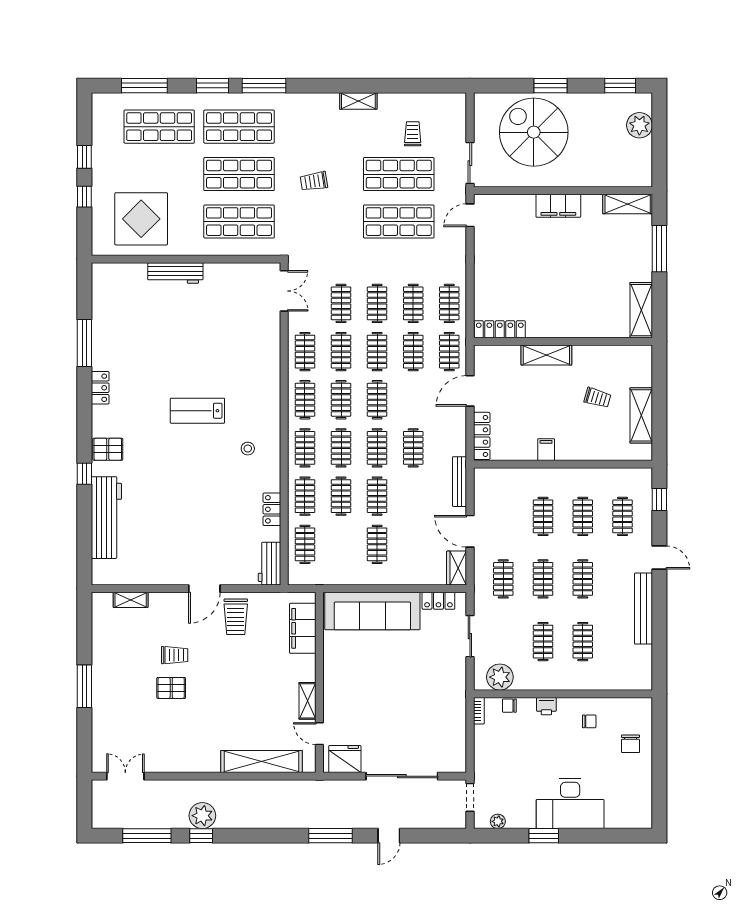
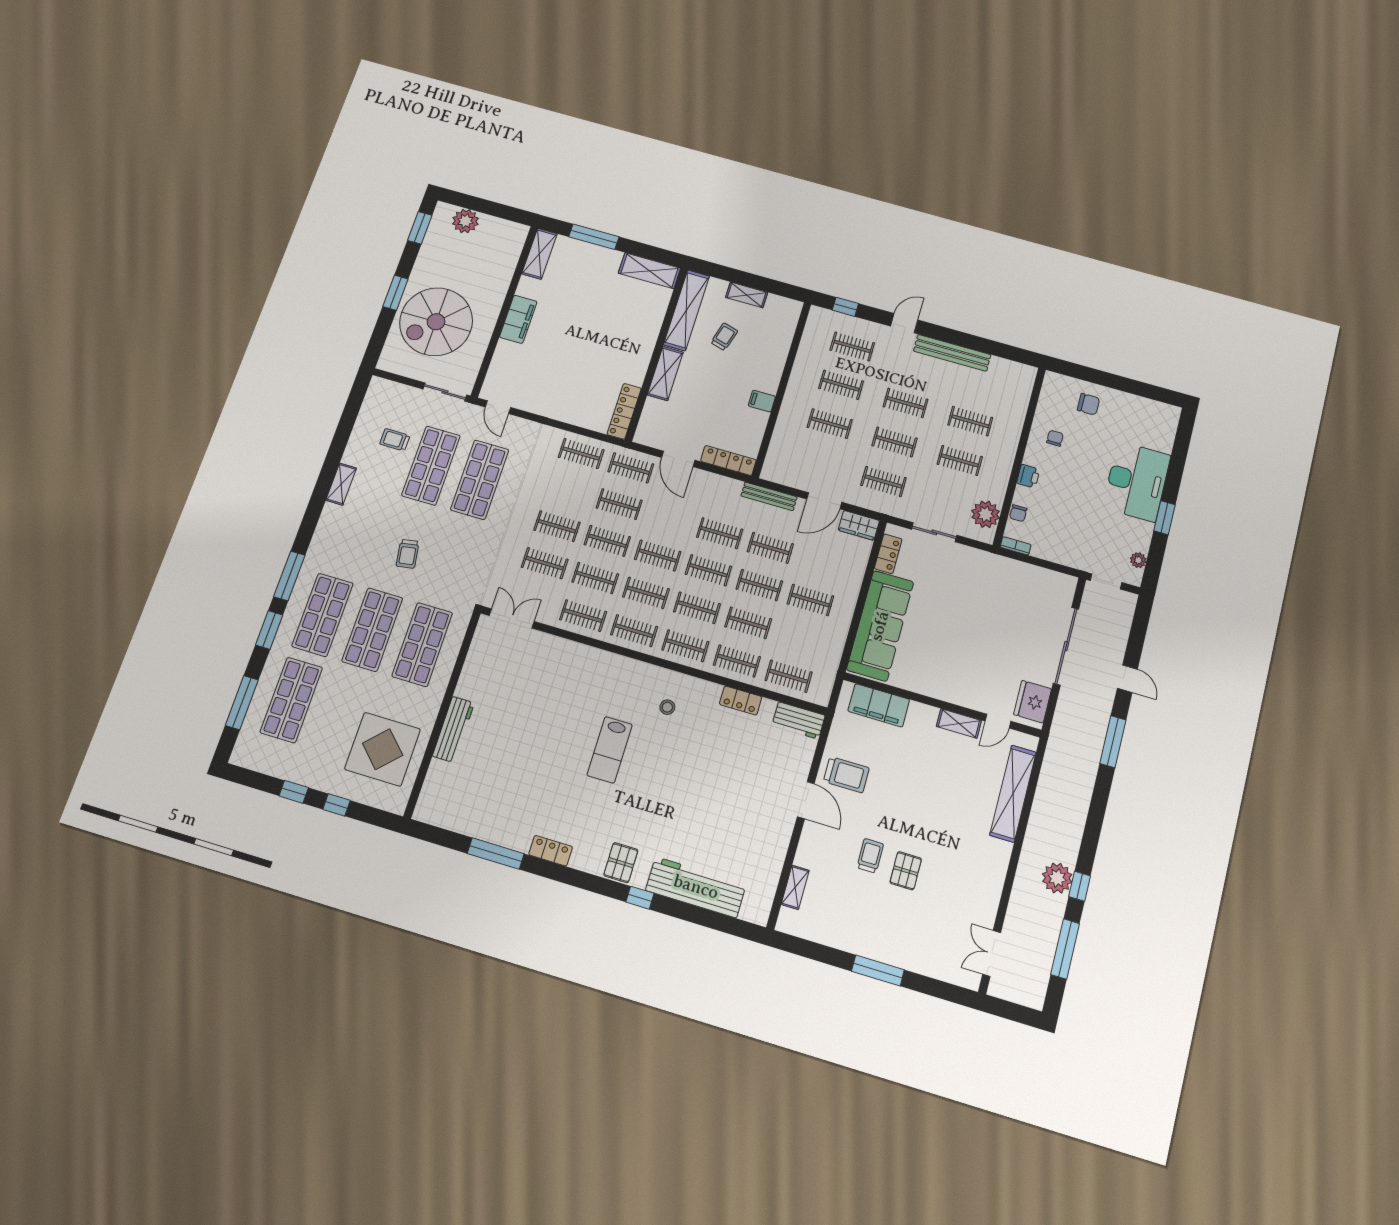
clothes rail: (413, 303) -> (770, 548), moved
shelving: (613, 356) -> (686, 310), added
shelving: (641, 415) -> (747, 295), width x0.67, depth x0.75

